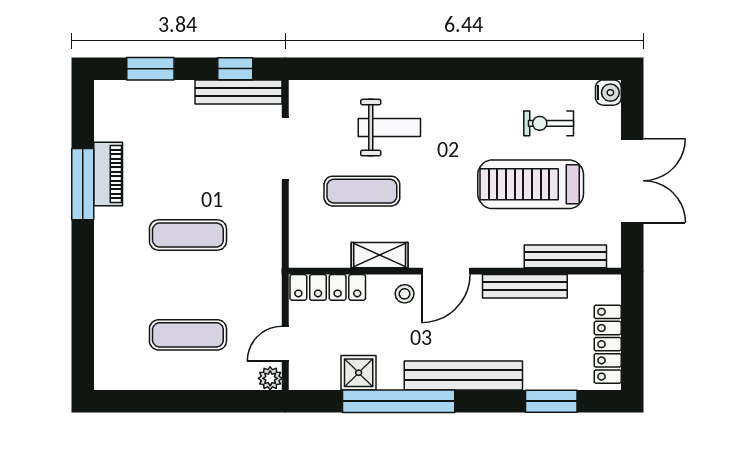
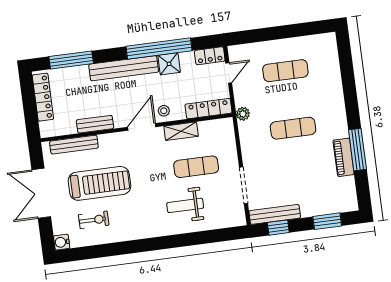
bench: (525, 286) -> (95, 124), width x0.73
shower: (359, 373) -> (169, 64), moved
locker: (314, 377) -> (210, 56), added
plant: (270, 378) -> (243, 114), moved
window: (551, 401) -> (71, 60), width x1.44

